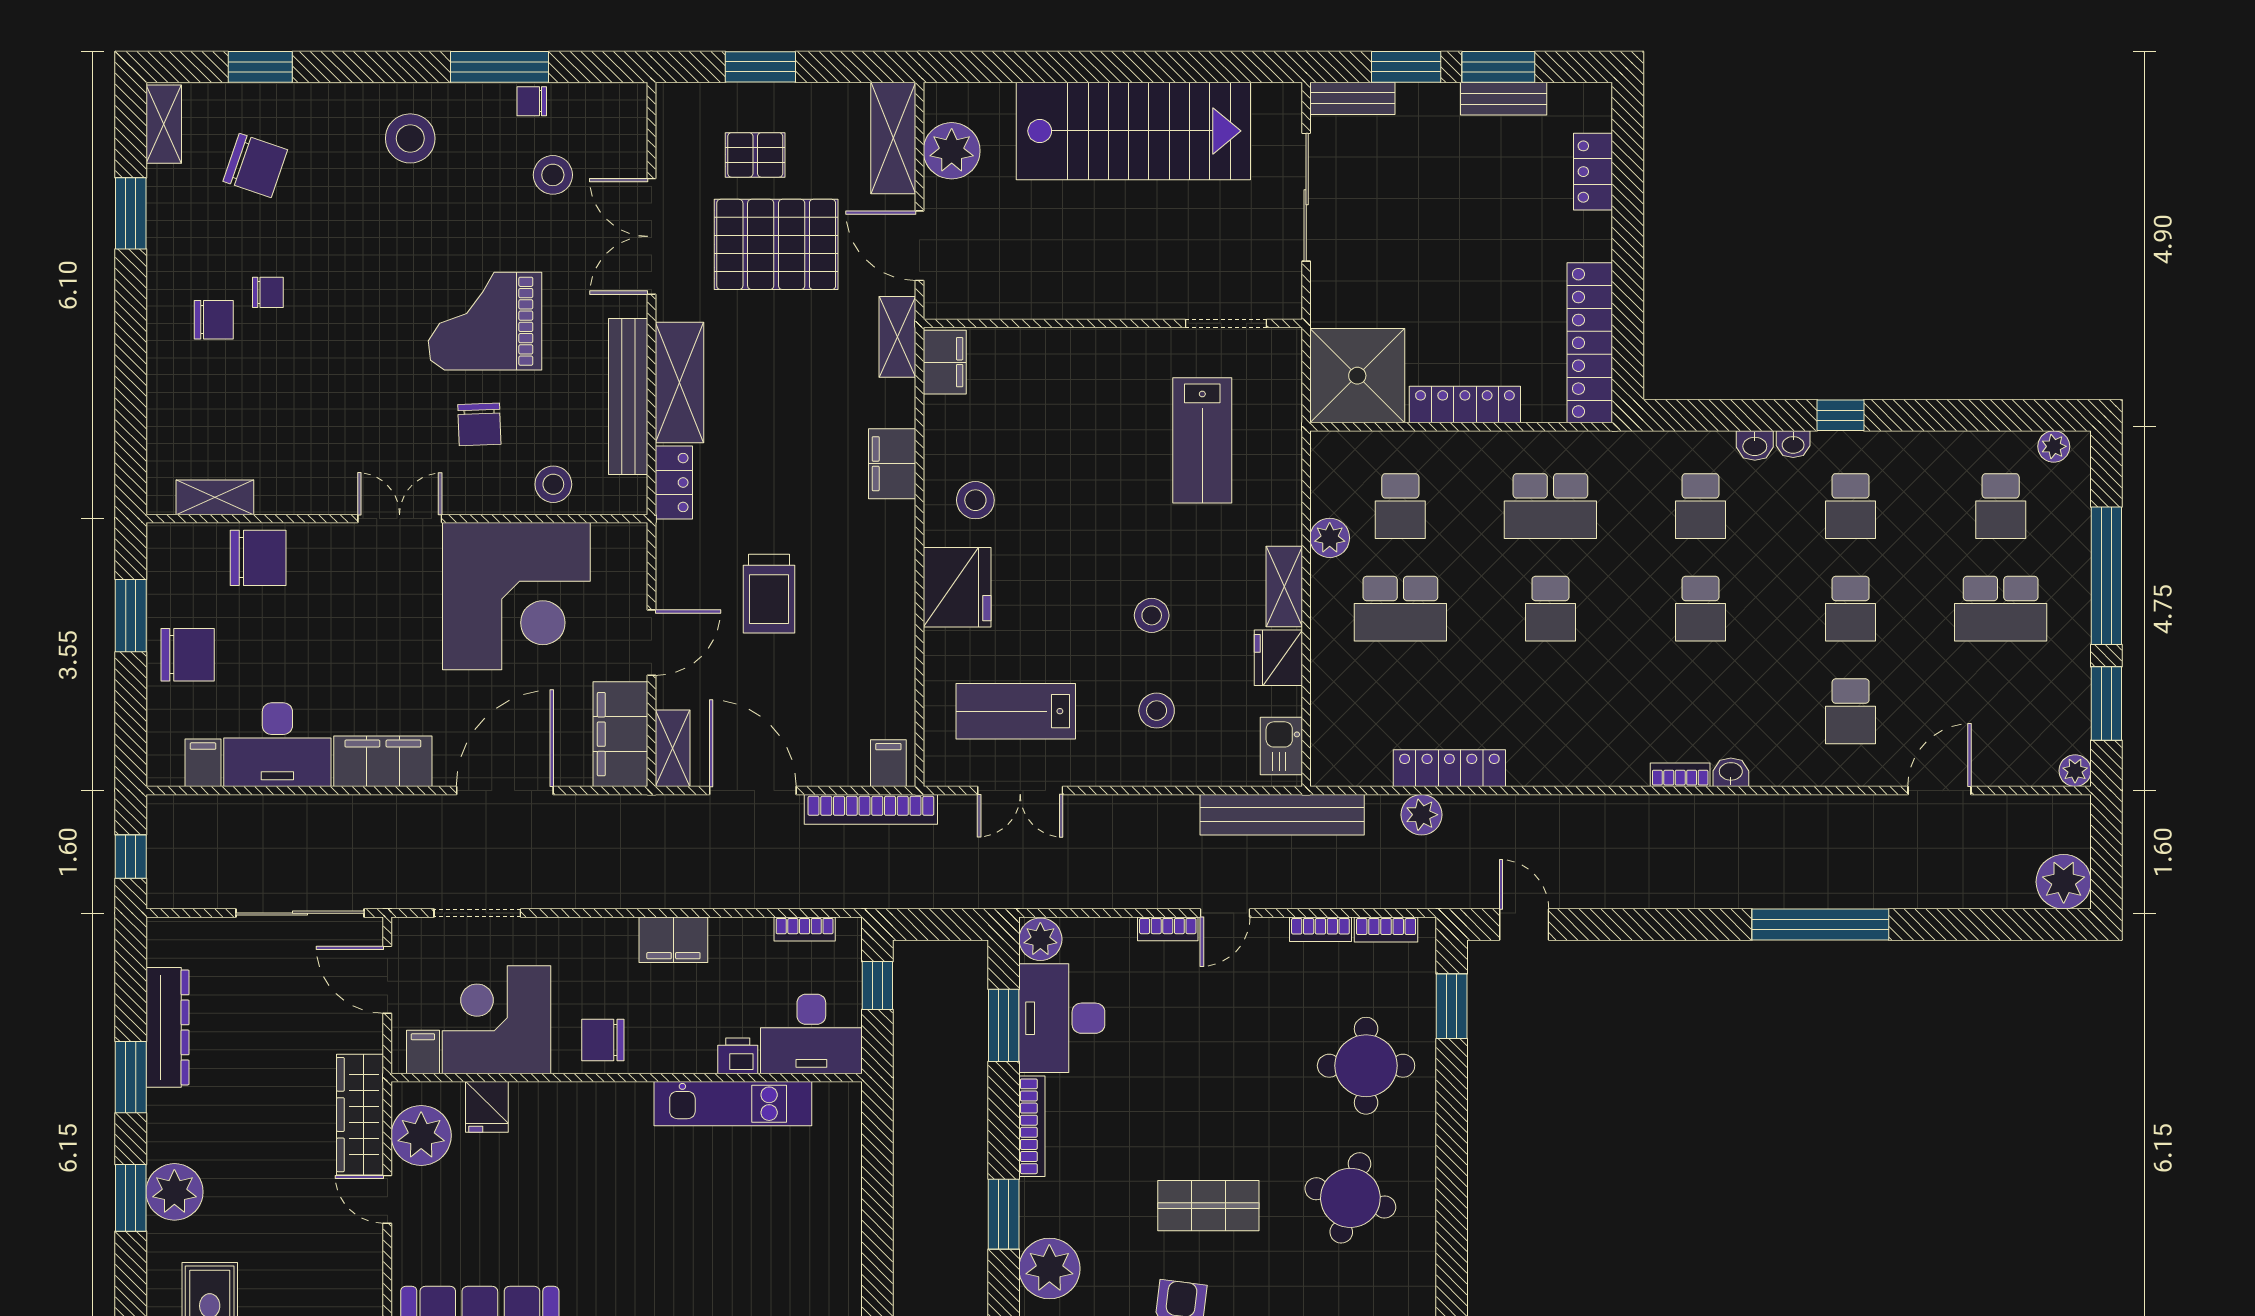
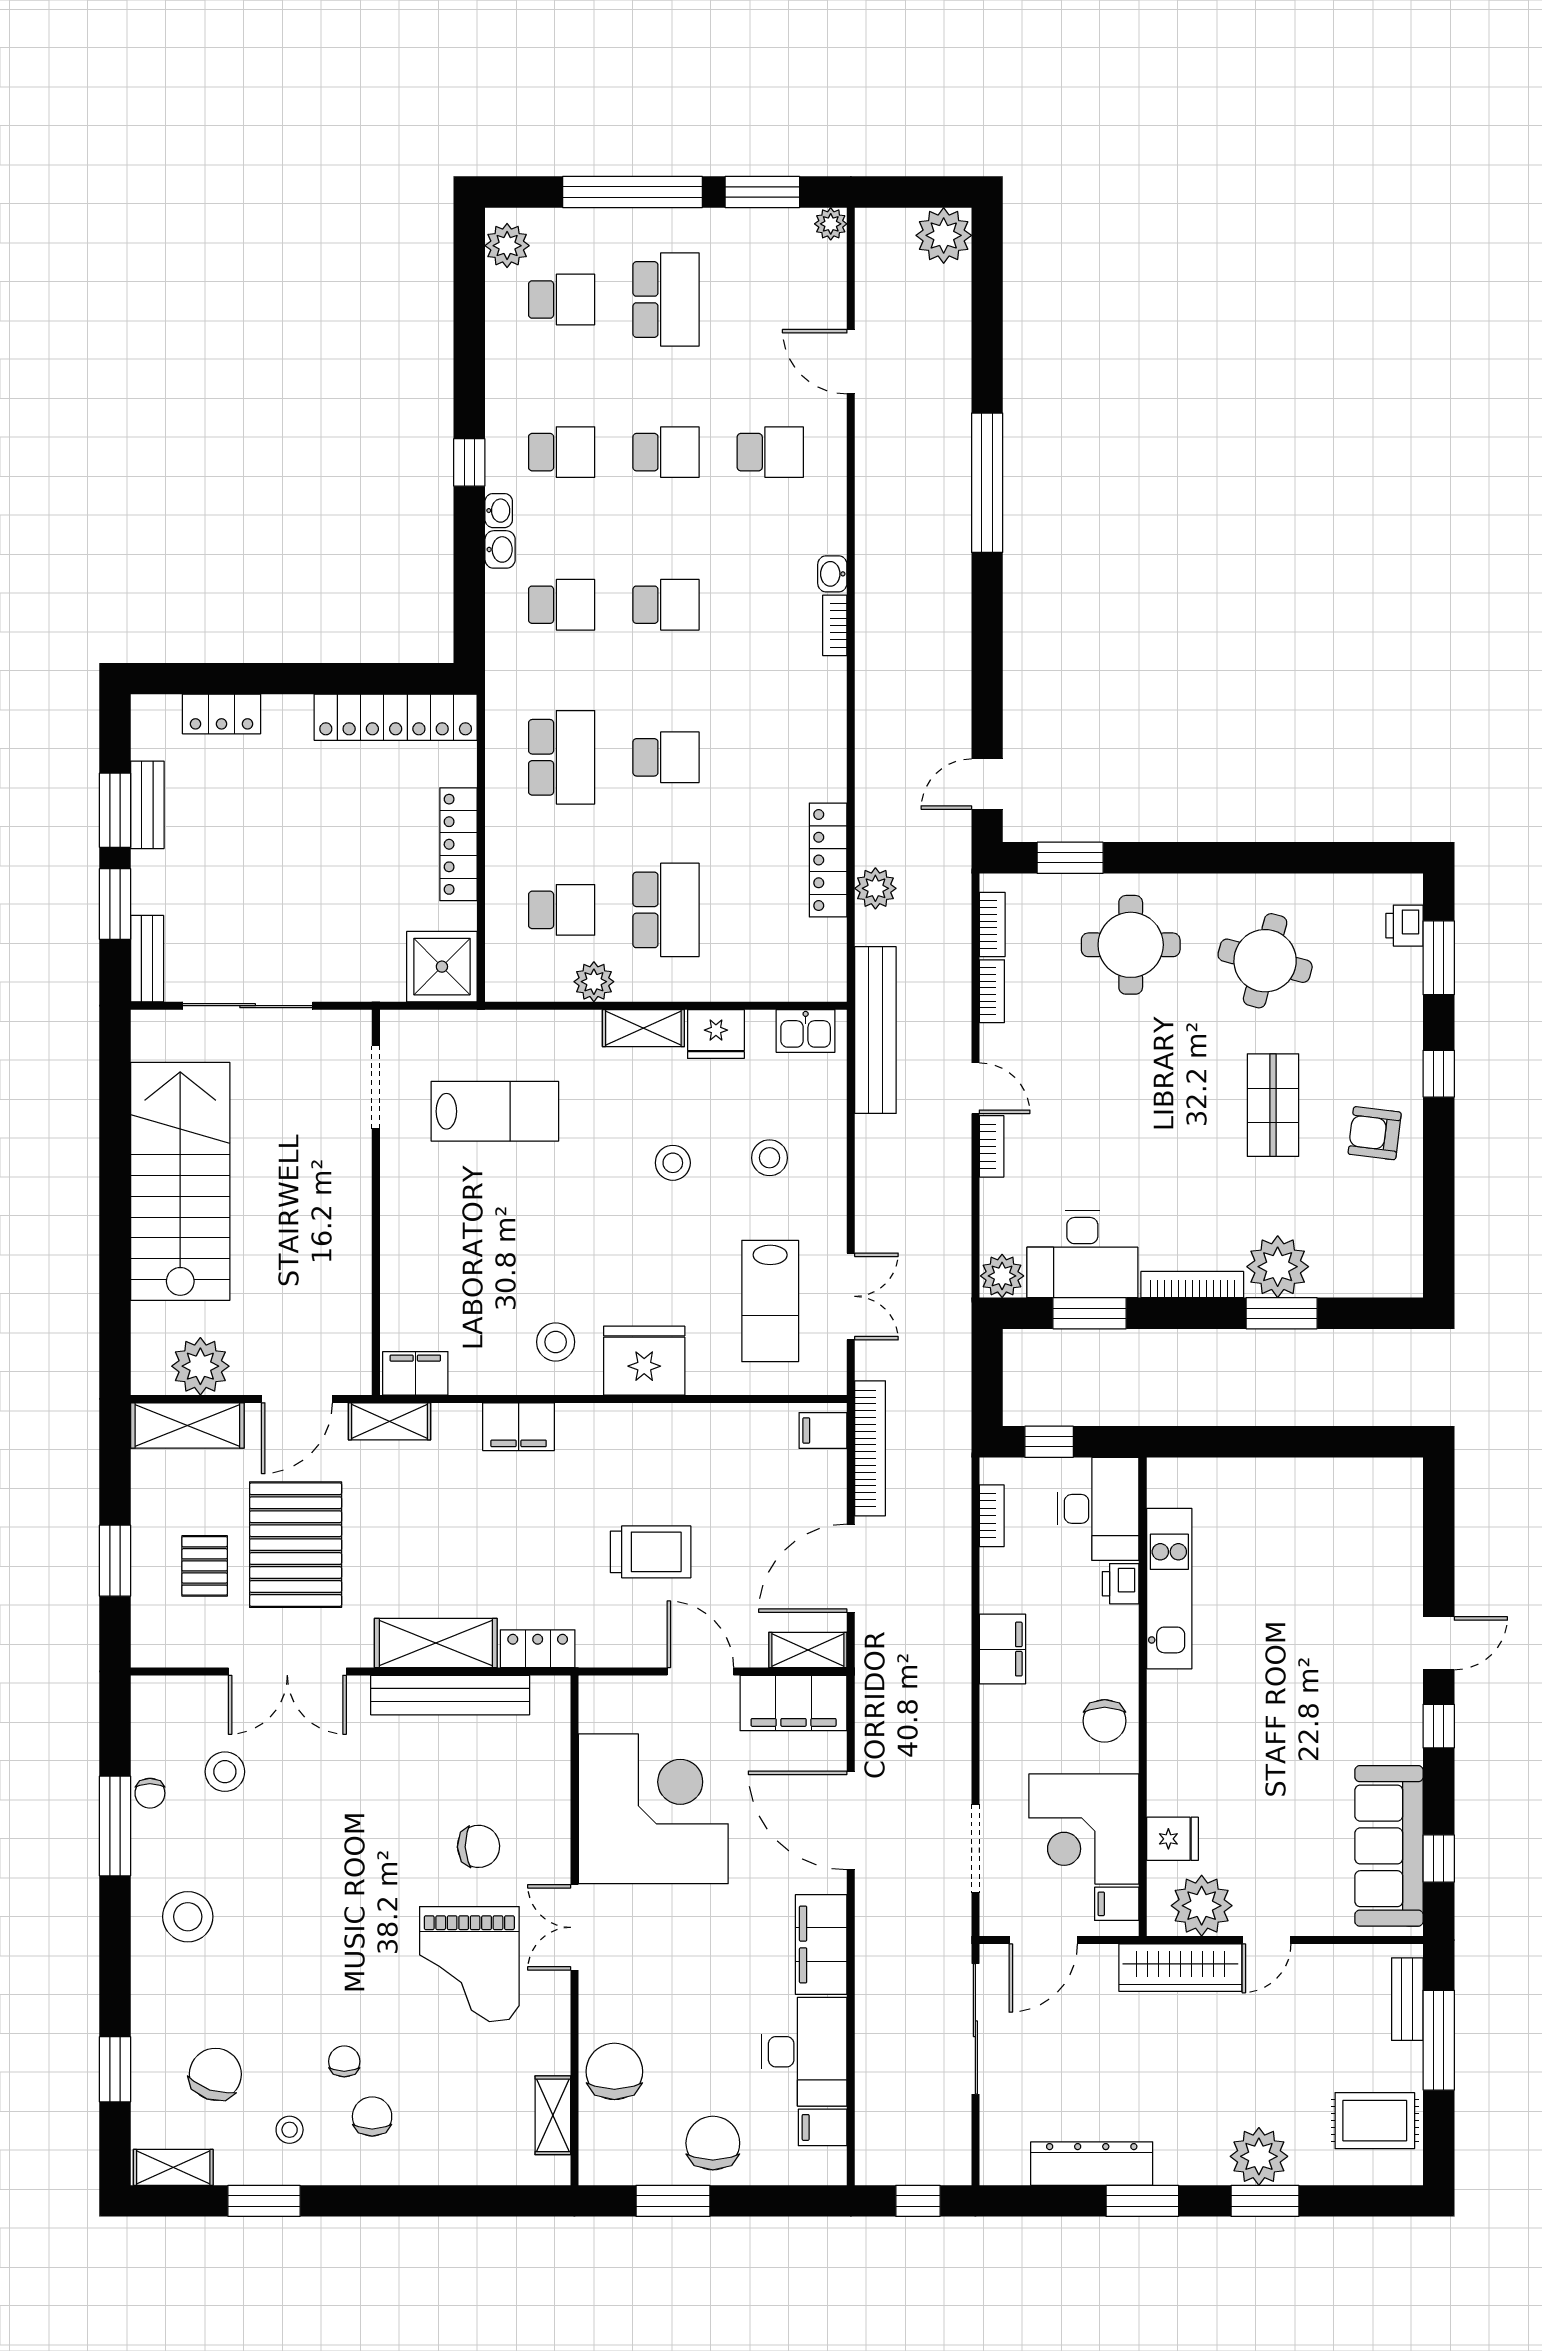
grand piano: (485, 321) -> (469, 1964), moved
shower: (1357, 376) -> (442, 967), width x0.73, depth x0.73
plant: (2054, 446) -> (507, 246), width x1.38, depth x1.38
stool: (553, 484) -> (290, 2130), moved, width x0.73, depth x0.73
plant: (1049, 1269) -> (1278, 1267), moved

